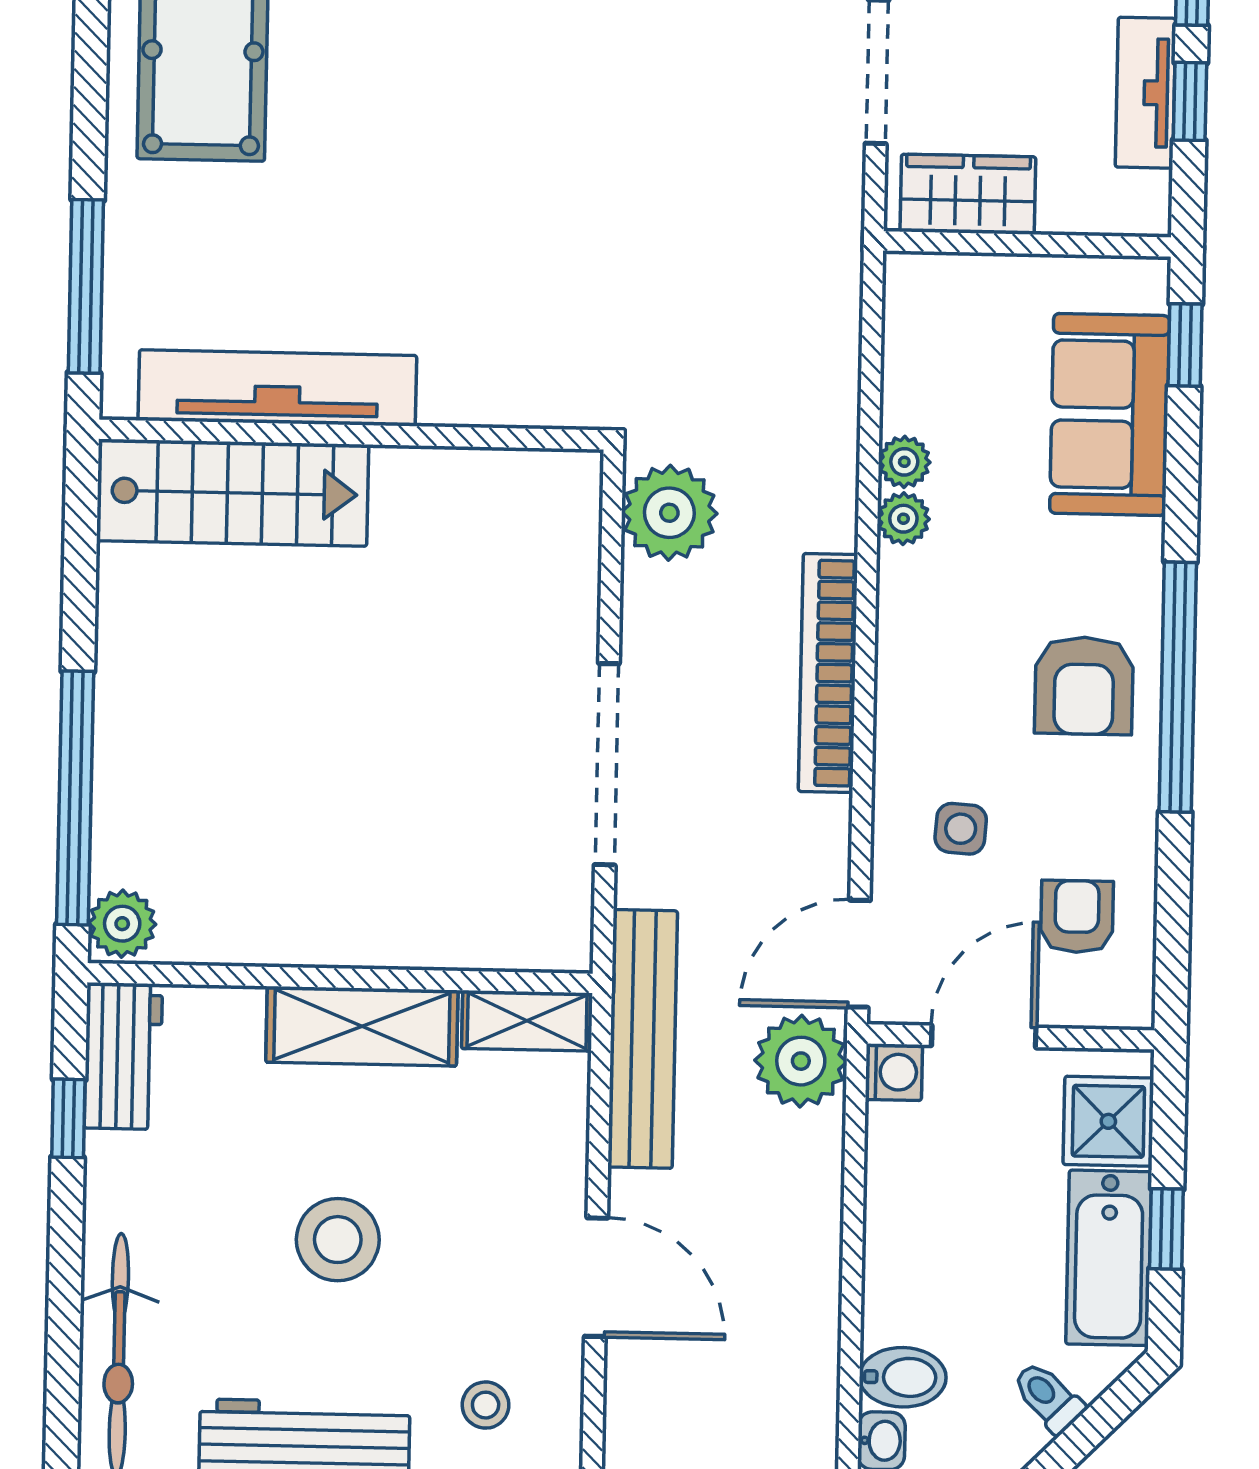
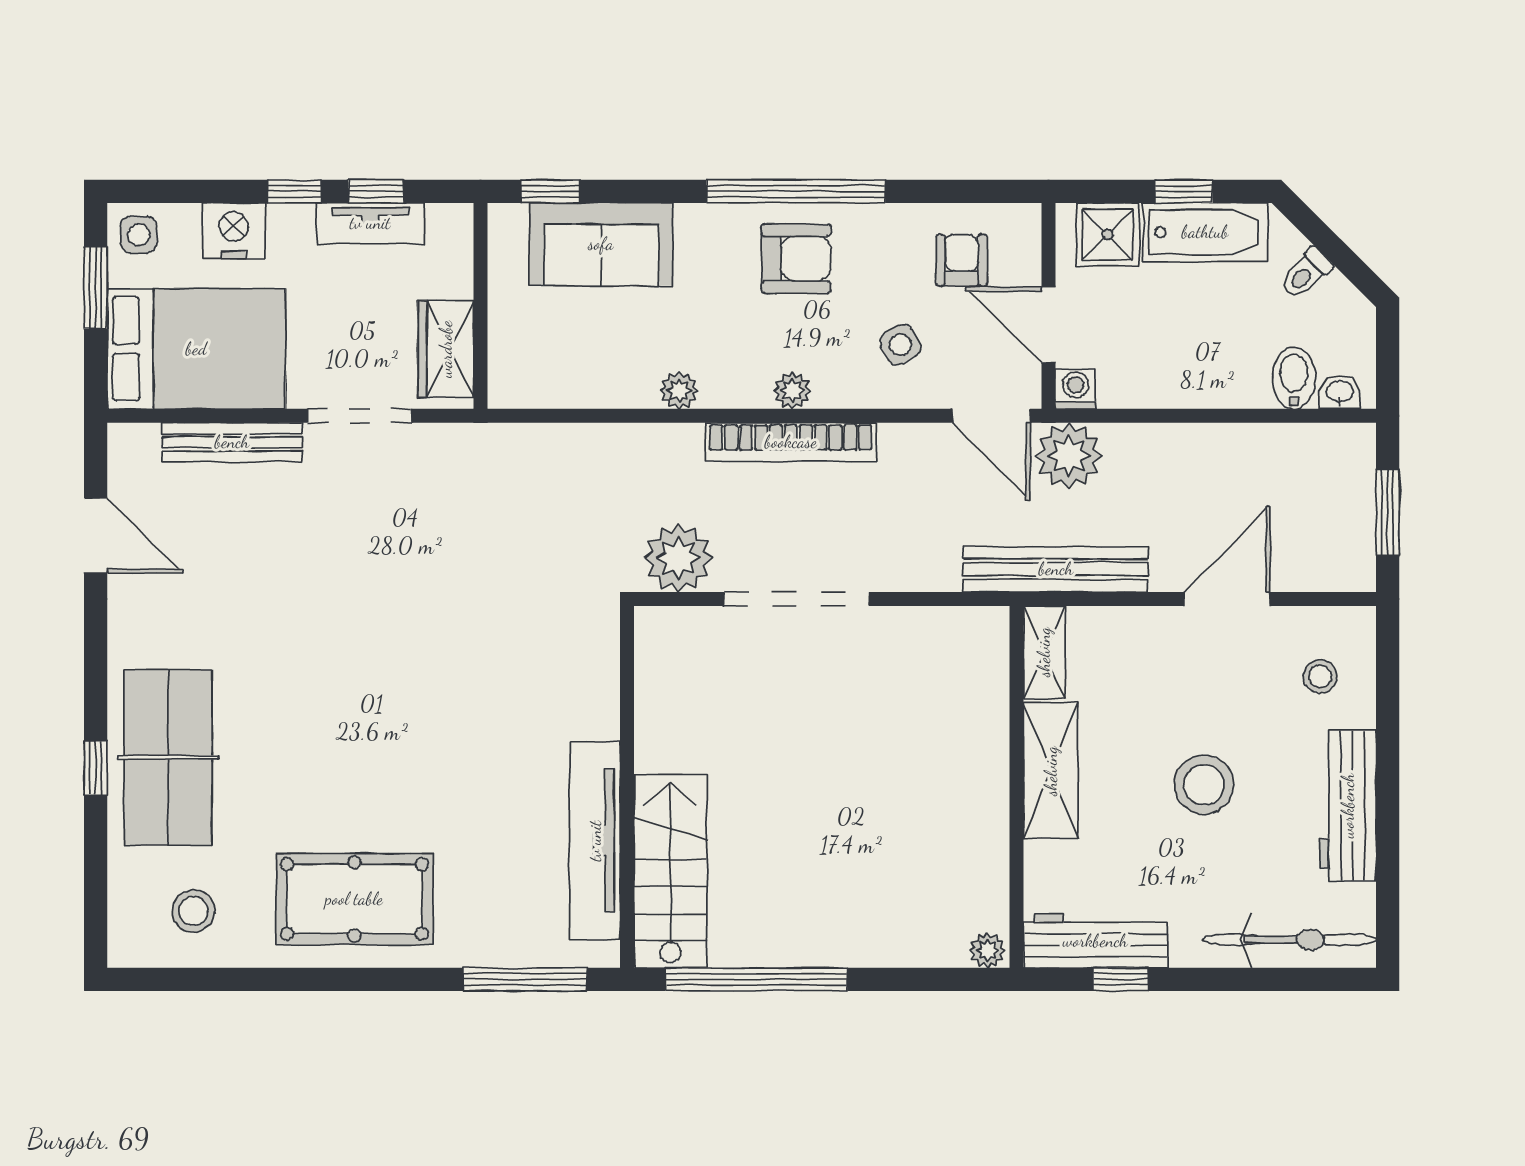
plant: (904, 462) -> (792, 391), moved
doorway: (607, 764) -> (797, 599), moved
window: (75, 798) -> (756, 979), moved
side table: (961, 829) -> (900, 345), turned -34
armchair: (1077, 917) -> (961, 260), turned 90
plant: (122, 924) -> (987, 950), width x0.73, depth x0.73
workbench: (123, 1056) -> (1095, 941), width x1.38

